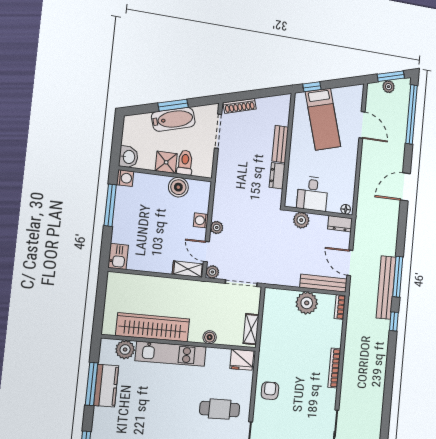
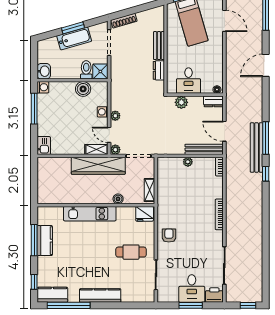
shower: (166, 162) -> (100, 72), moved
plant: (307, 303) -> (188, 162), width x0.53, depth x0.53
wardrobe: (153, 327) -> (98, 166), moved, turned 180
plant: (125, 350) -> (56, 213), removed

